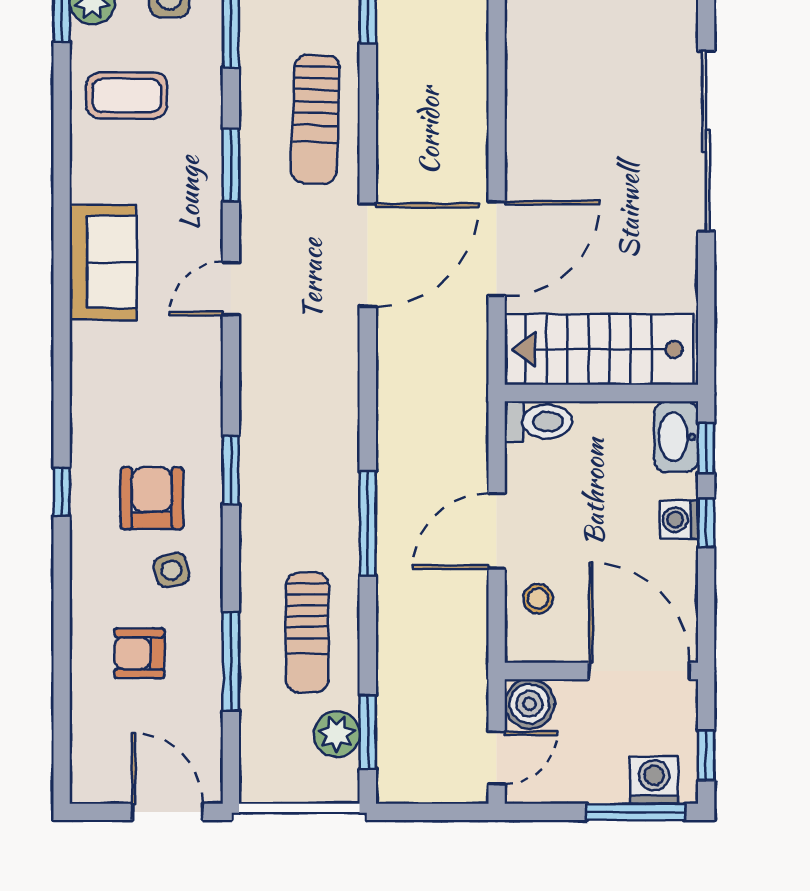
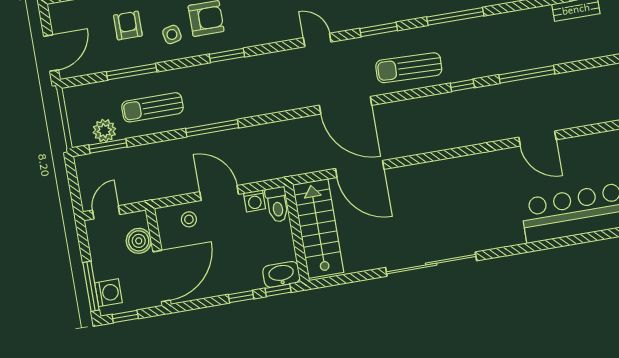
washing machine: (679, 520) -> (255, 201), moved, turned 180
boiler: (529, 704) -> (139, 241), moved
door: (497, 758) -> (106, 212), swing flipped

